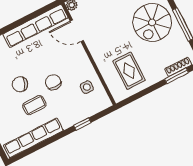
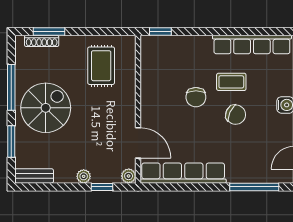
side table: (87, 87) -> (160, 72), removed
window: (82, 124) -> (160, 31), moved

